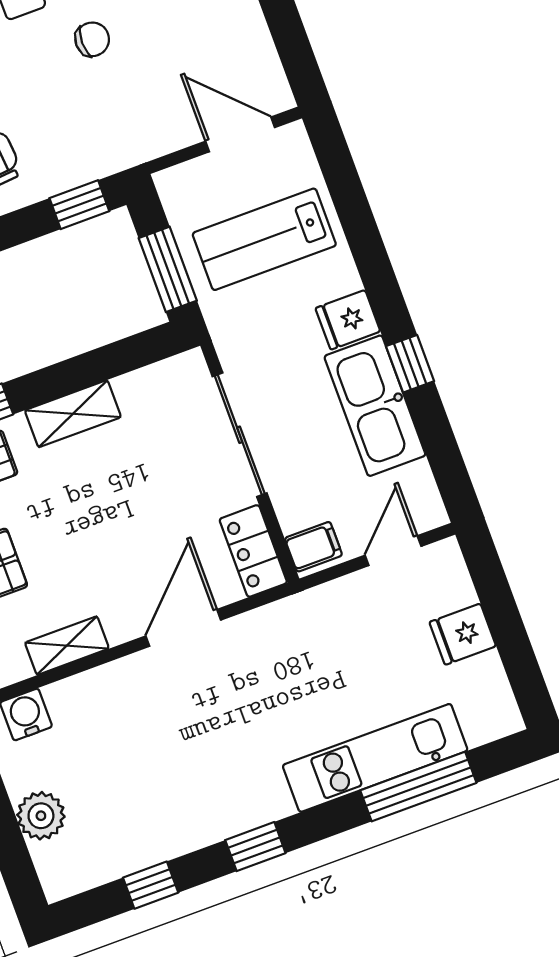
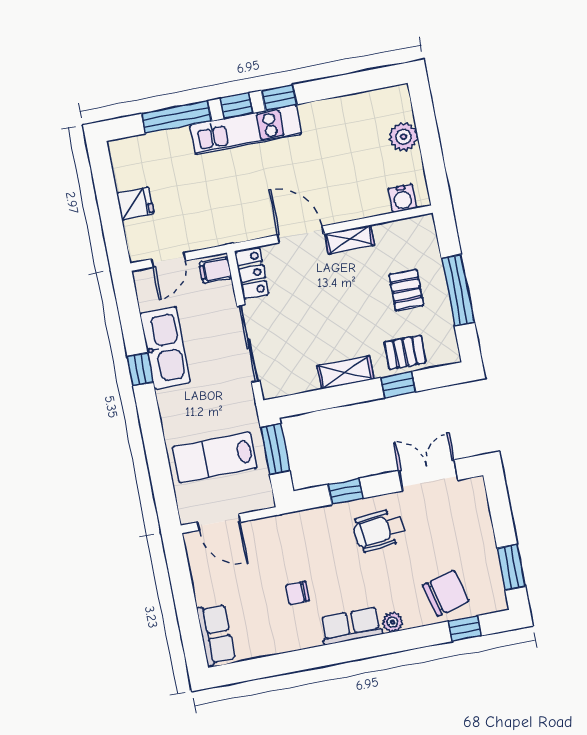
window: (79, 205) -> (345, 491), moved
lab bench: (264, 239) -> (215, 457), turned 180
fridge: (348, 320) -> (173, 401), removed
door: (183, 628) -> (301, 234), swing flipped
shelving: (67, 646) -> (350, 239), moved
kitchen unit: (375, 758) -> (246, 130), moved
window: (151, 885) -> (237, 106), moved

